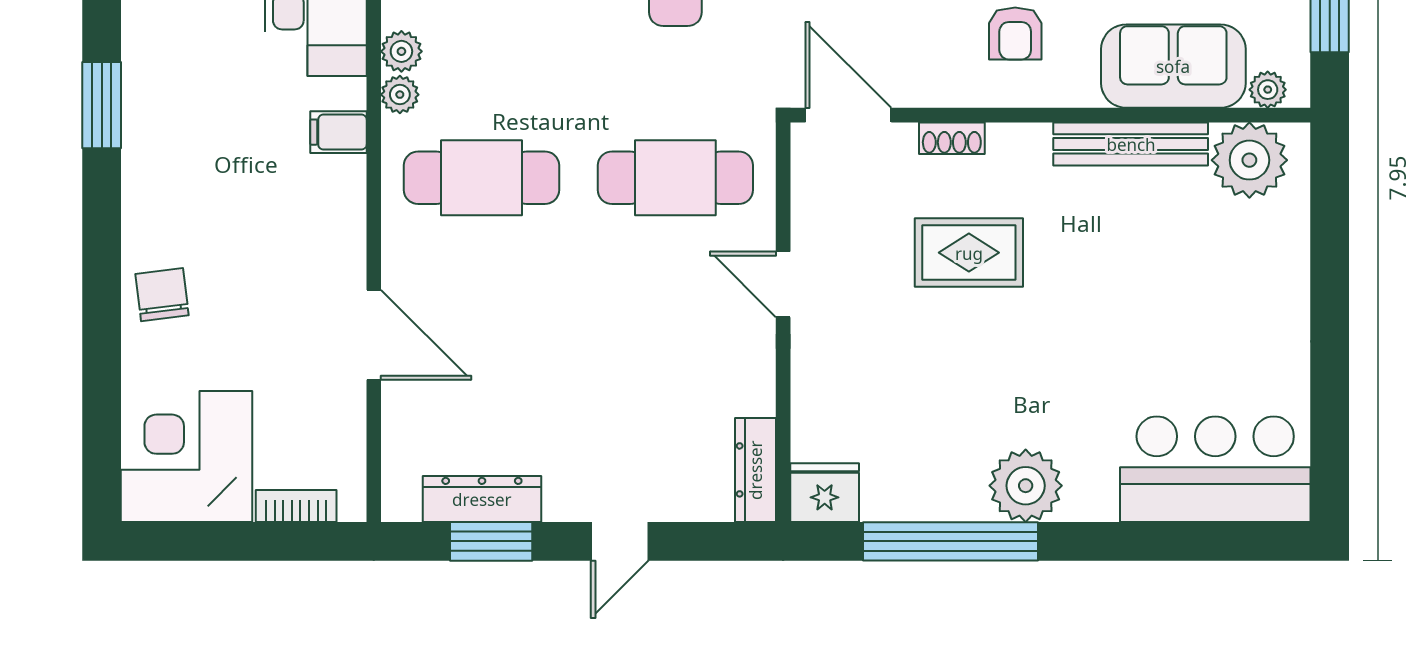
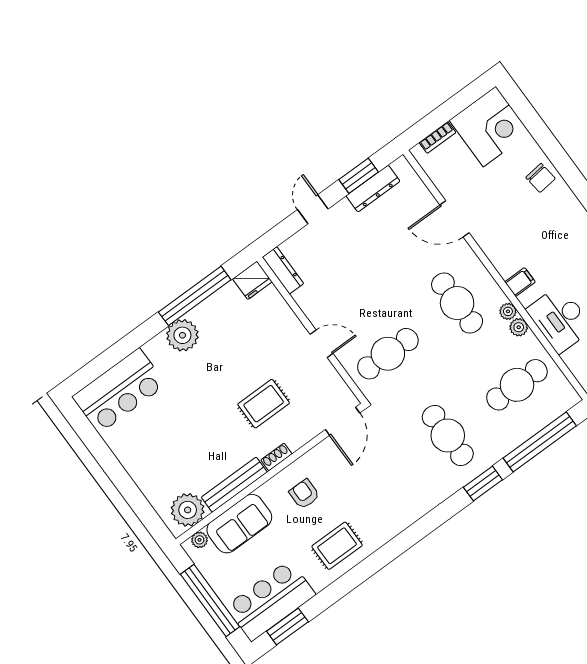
door: (848, 115) -> (343, 421), hinge flipped
shoe rack: (952, 138) -> (276, 457), moved
cafe table: (481, 178) -> (457, 303), turned 90

